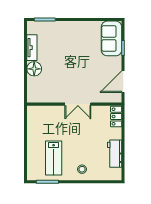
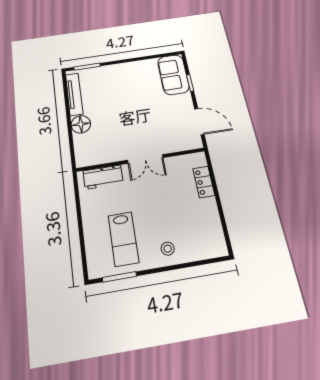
tv unit: (32, 48) -> (74, 94), width x1.41
door: (123, 82) -> (199, 122), swing flipped
locker: (116, 117) -> (204, 182), moved
workbench: (115, 154) -> (103, 177), moved, turned -90

